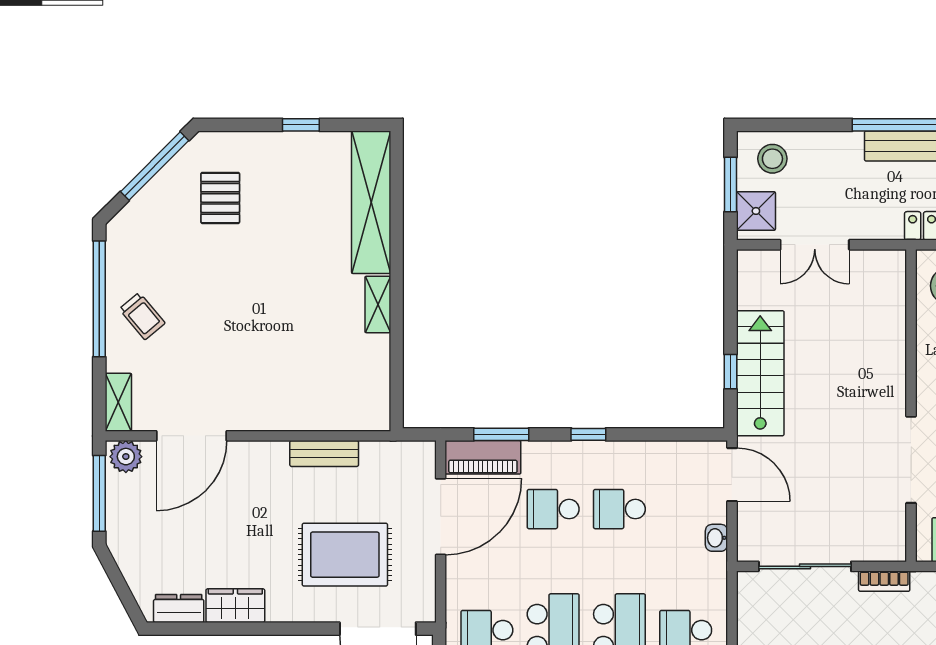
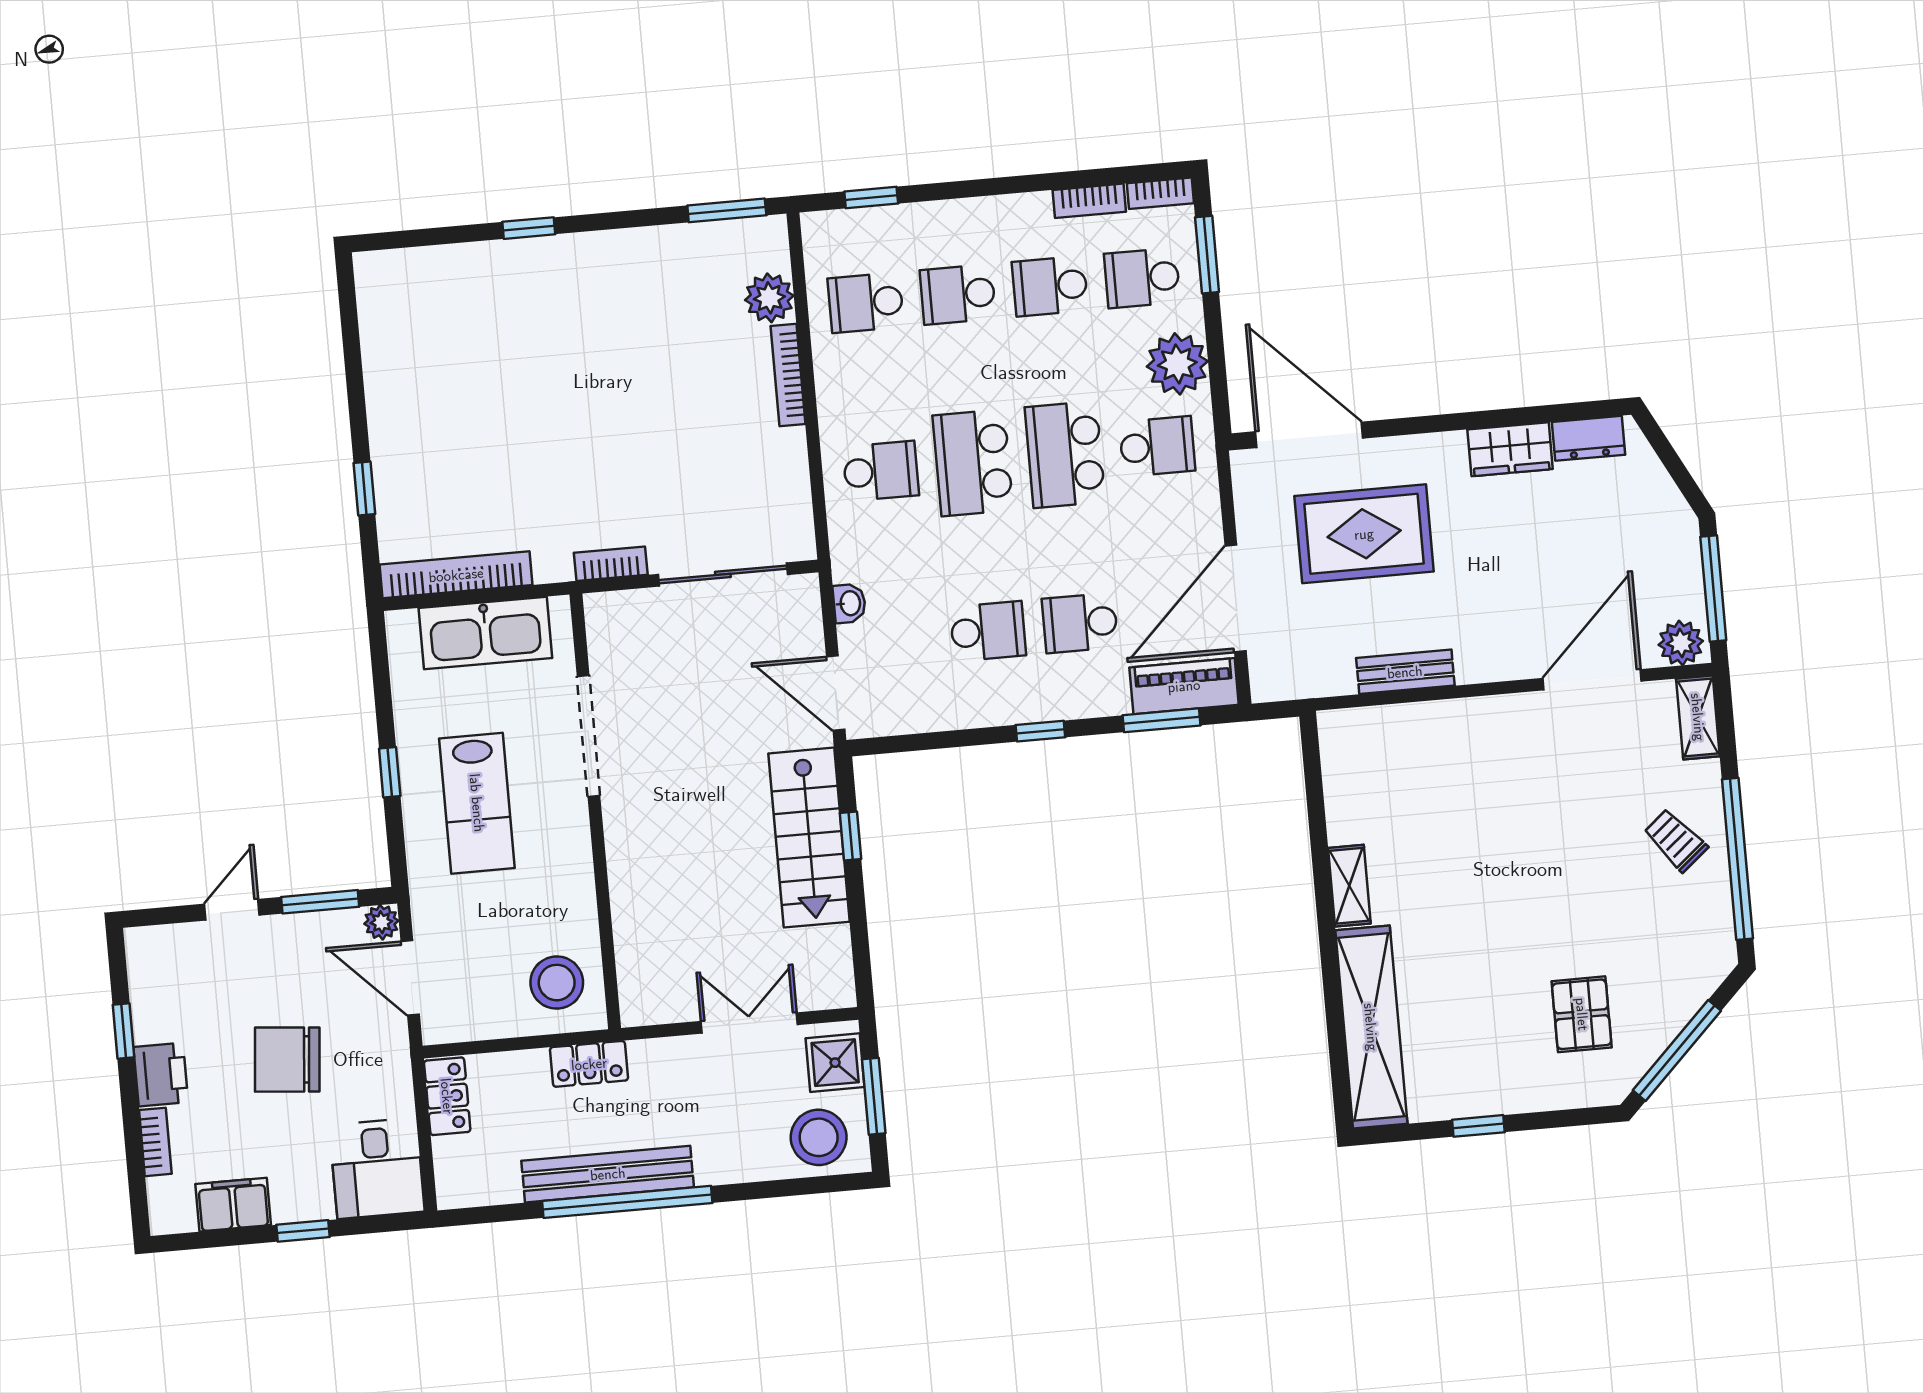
stool: (772, 159) -> (819, 1137), width x1.38, depth x1.38
school desk: (553, 509) -> (1080, 623), turned 180

